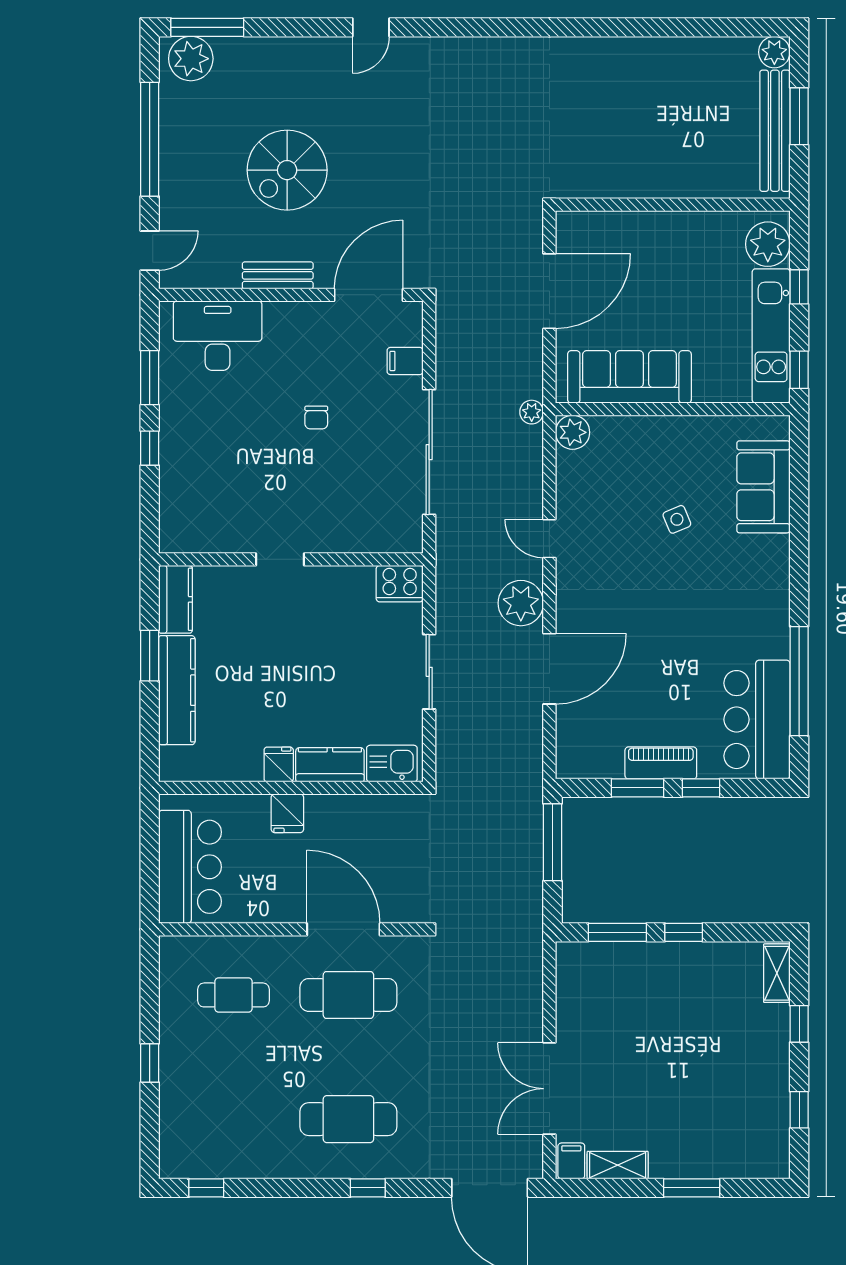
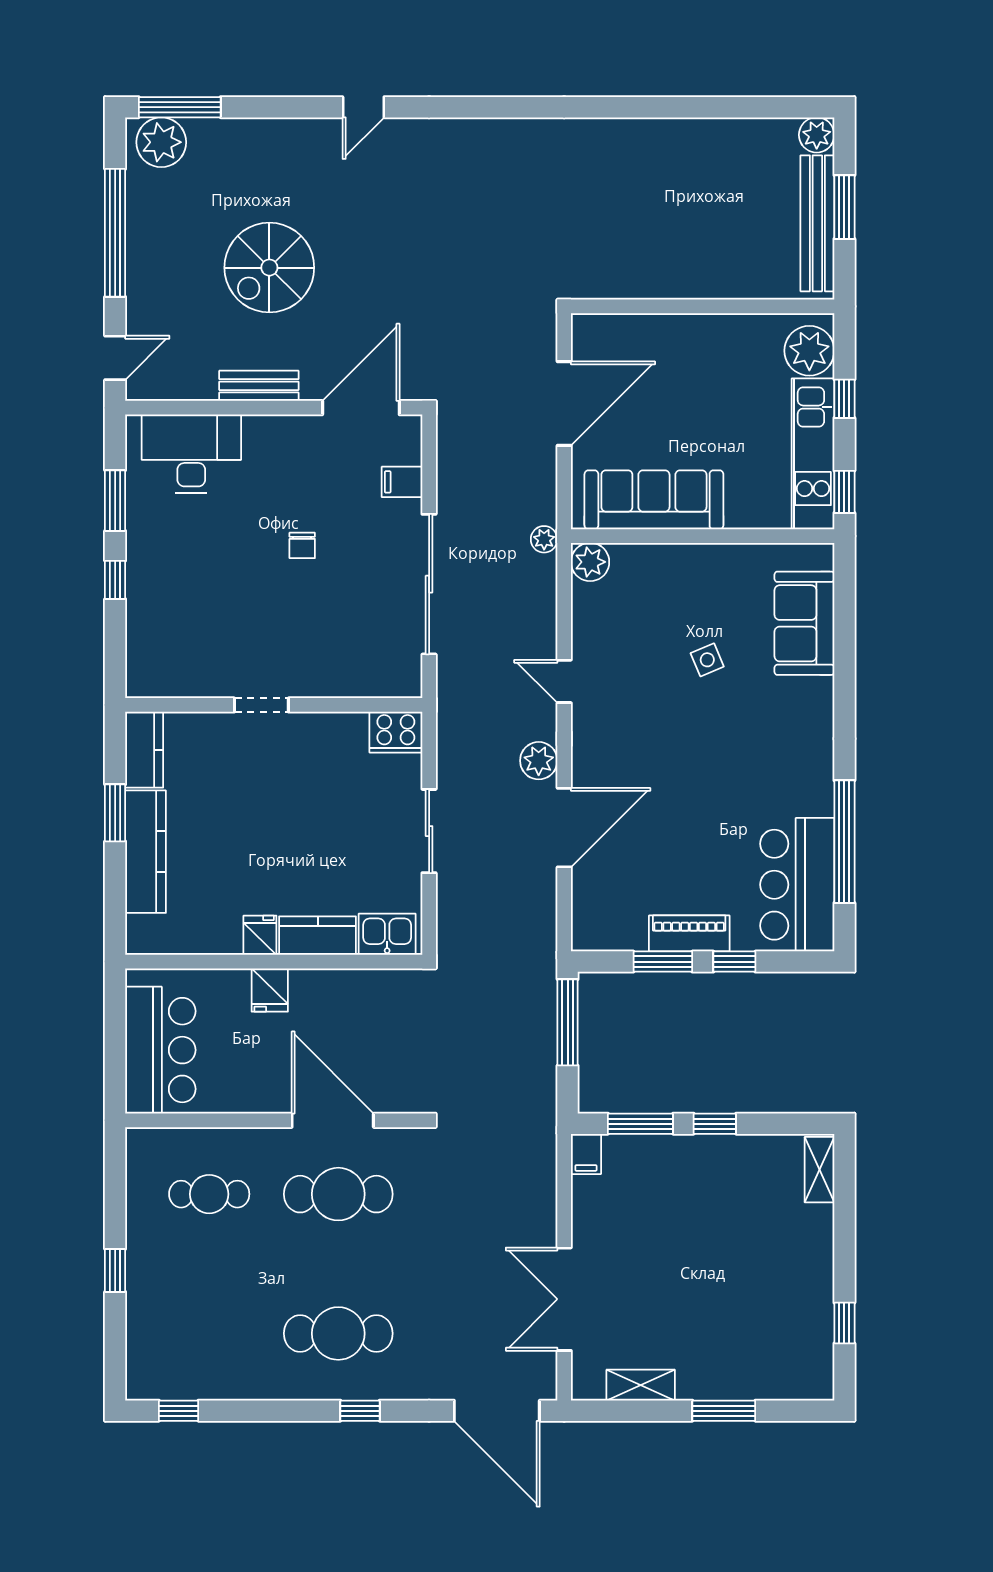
plant: (521, 603) -> (539, 761), width x0.73, depth x0.73
window: (799, 1024) -> (844, 1226), removed
filing cabinet: (571, 1161) -> (586, 1154), moved, turned 180

